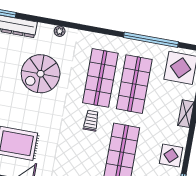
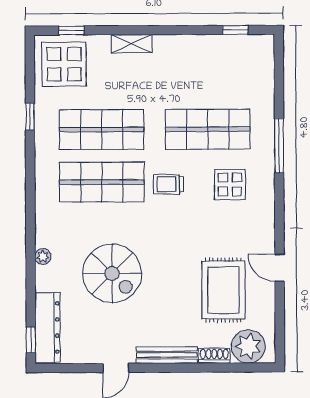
window: (151, 40) -> (30, 117), width x0.32
display table: (171, 156) -> (230, 185), moved

